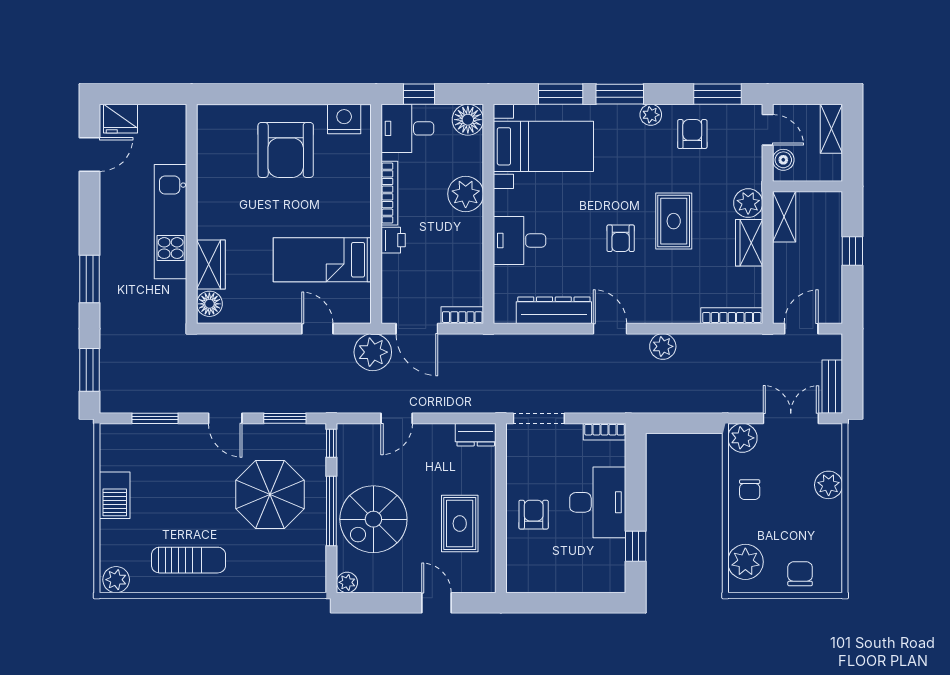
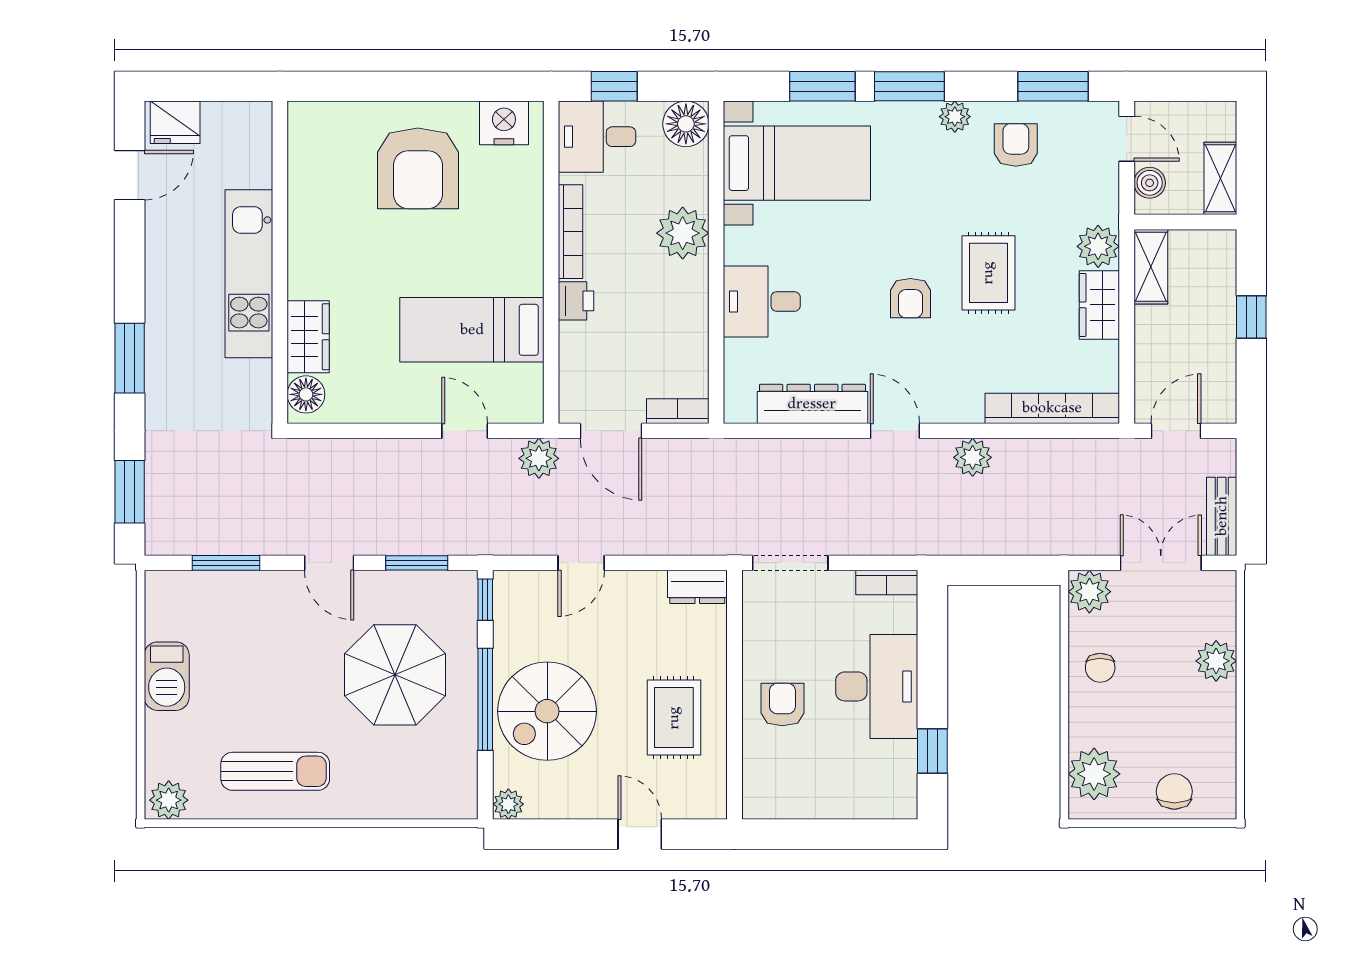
shelving: (831, 129) -> (1220, 178), moved
bookcase: (732, 316) -> (1052, 408), width x1.48, depth x1.31
plant: (373, 352) -> (539, 458), width x0.73, depth x0.73

